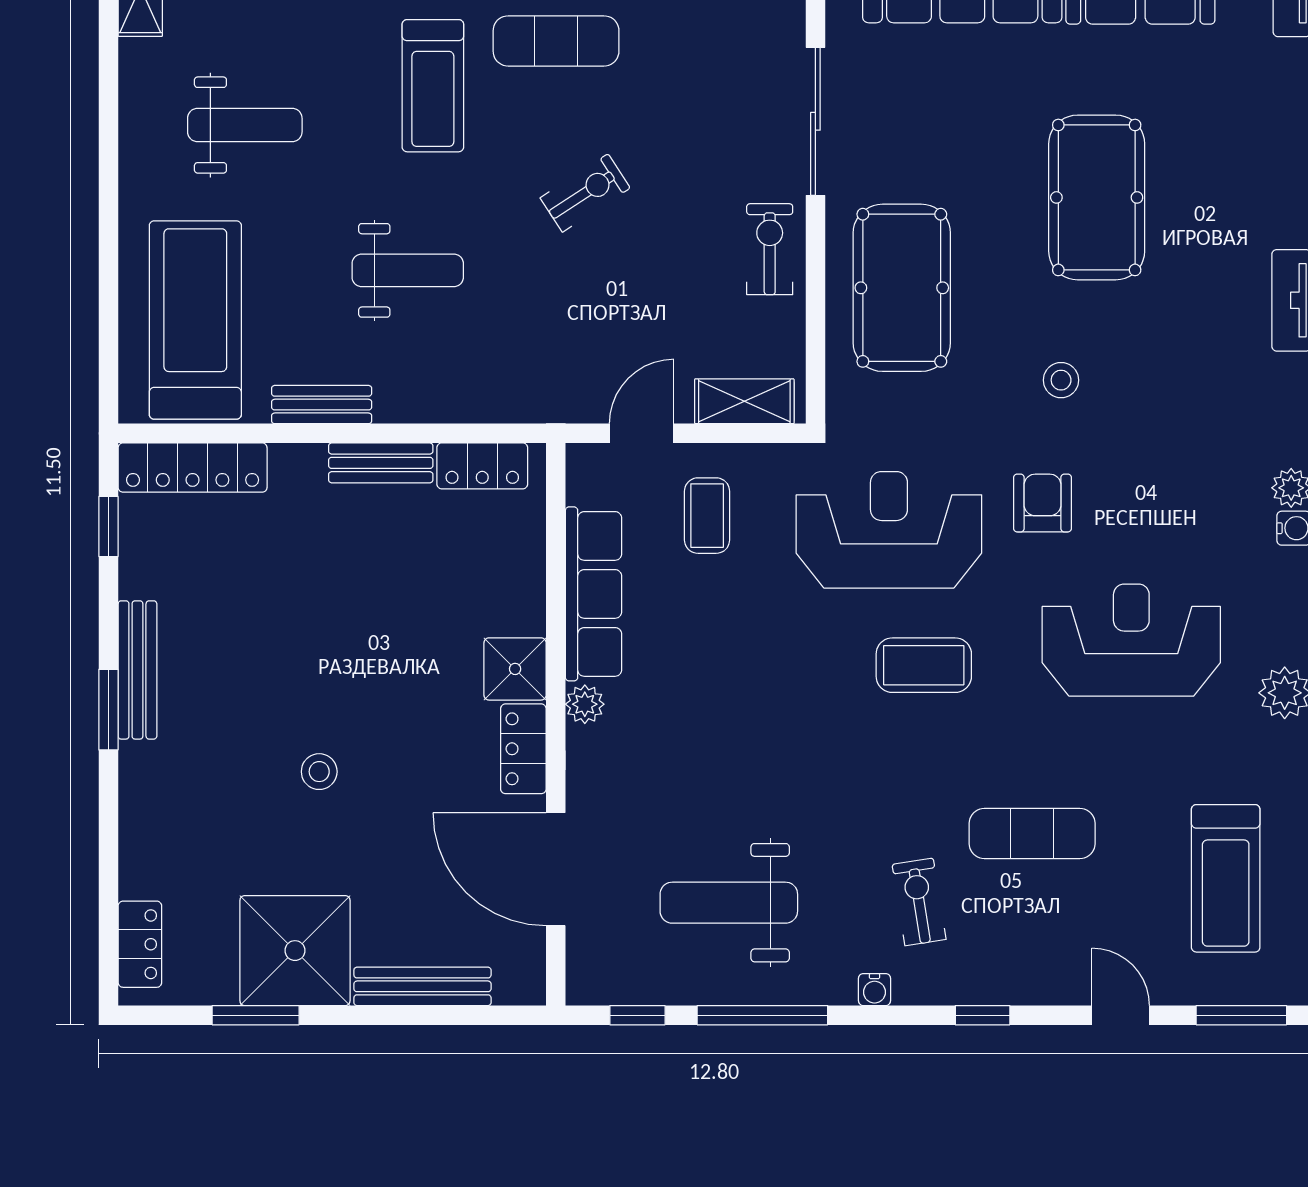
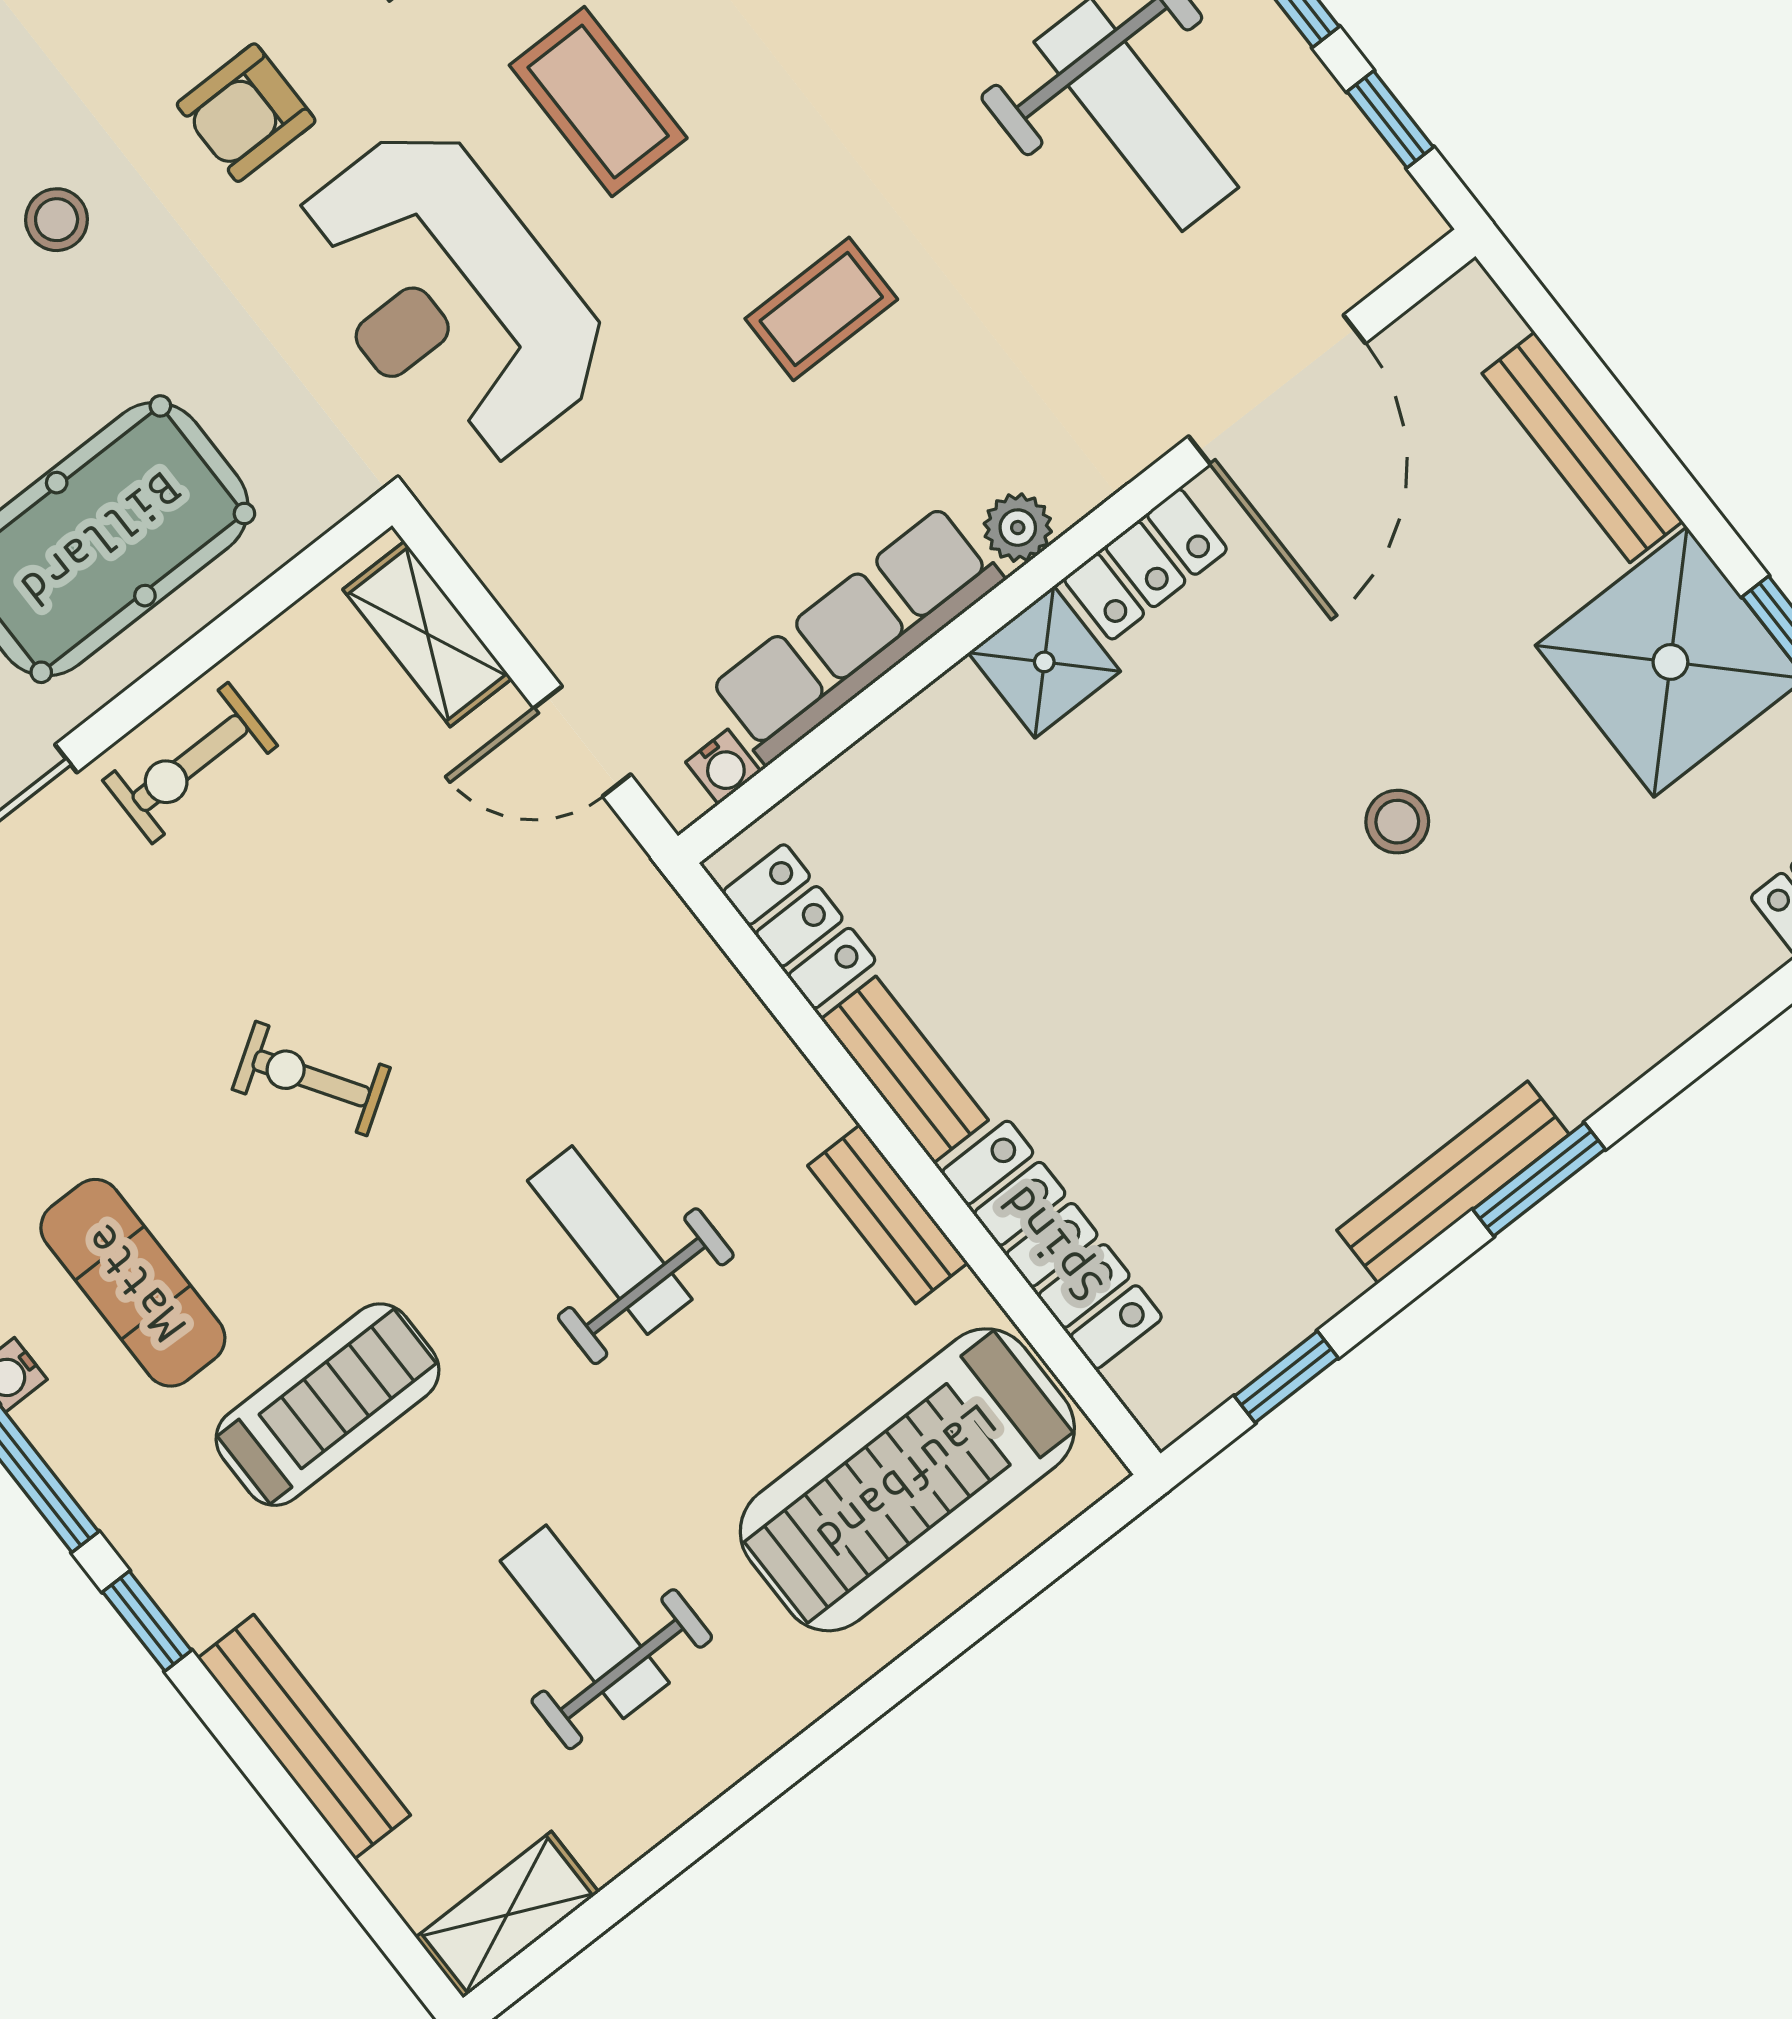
locker: (193, 468) -> (1052, 1245), moved
water cooler: (581, 488) -> (723, 767), added
coffee table: (707, 516) -> (821, 309), moved

